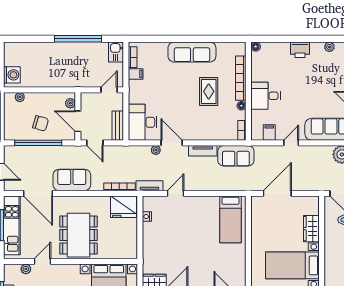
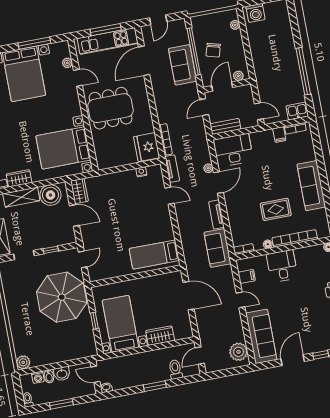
sofa: (72, 180) -> (183, 65), moved, turned 180

